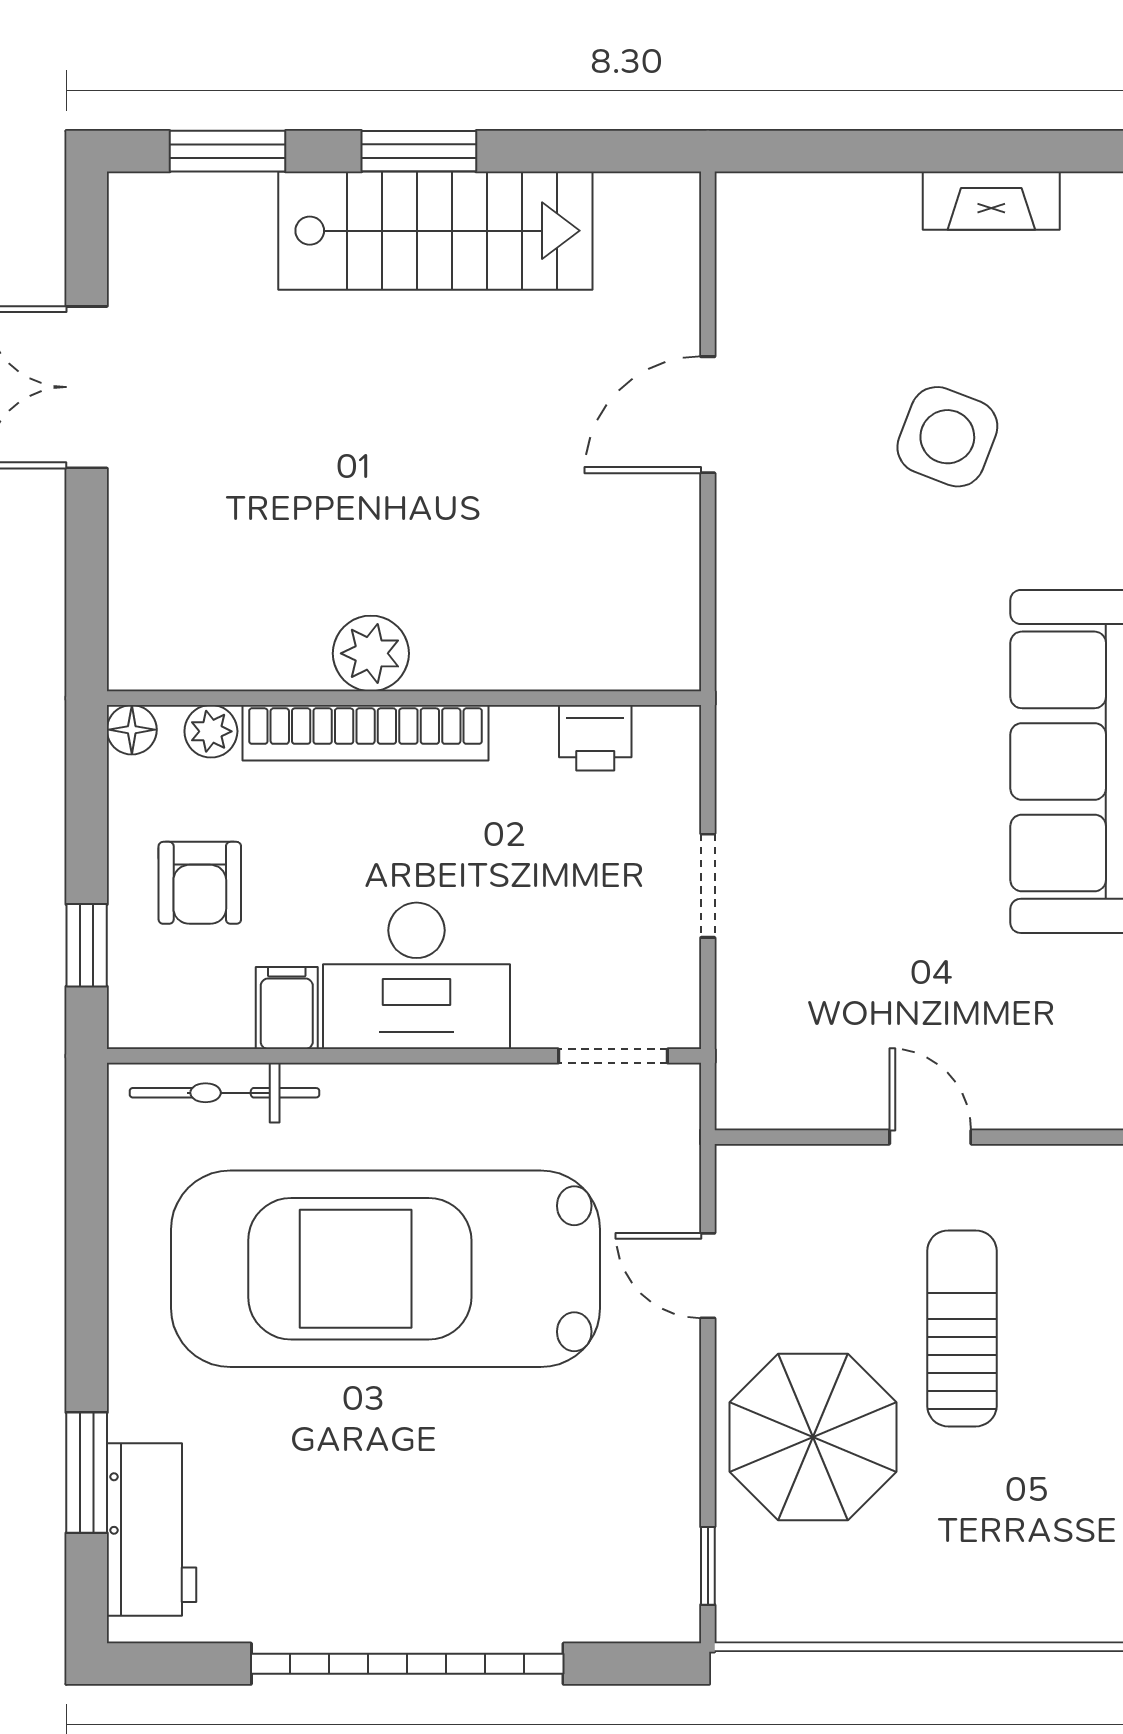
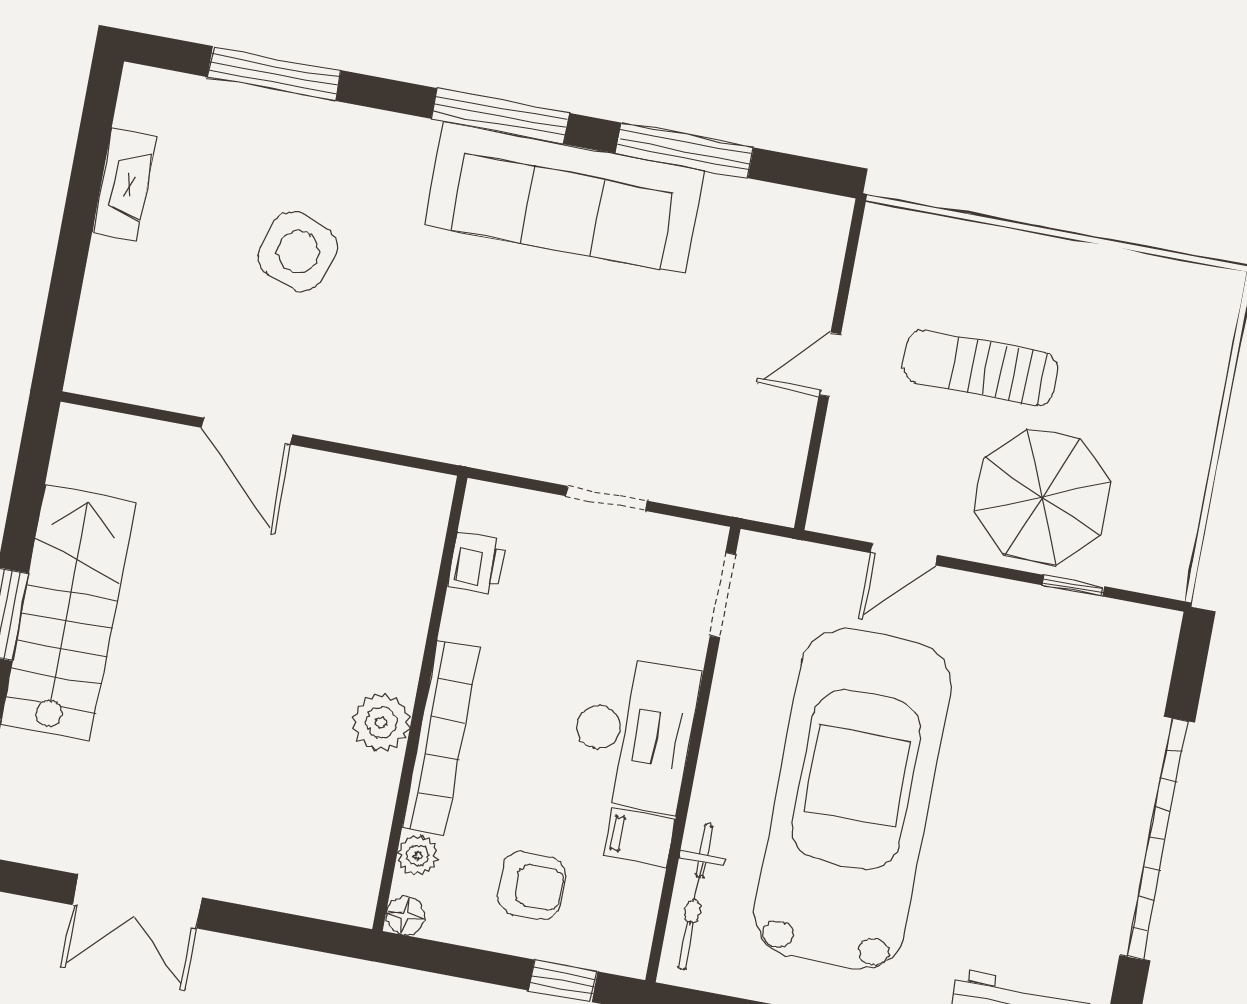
car: (386, 1269) -> (853, 799), turned 180
window: (708, 1566) -> (1073, 586), moved

